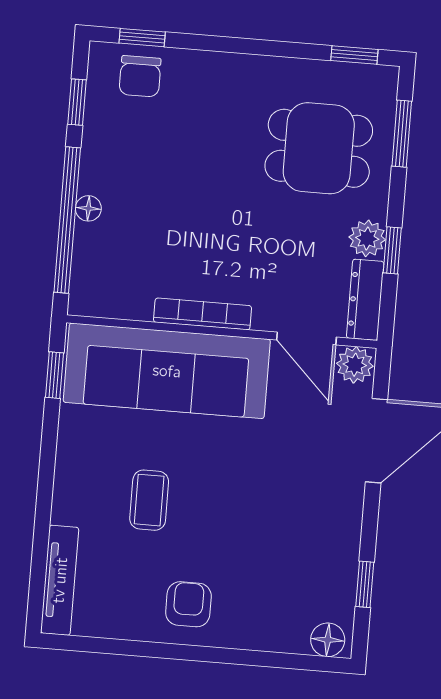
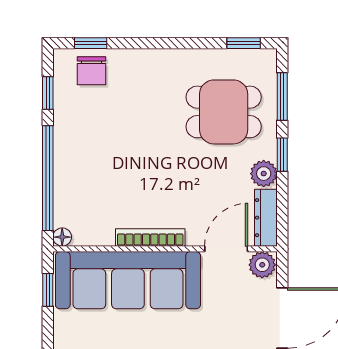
floor lamp: (88, 208) -> (62, 237), moved
window: (392, 250) -> (282, 155), moved
door: (307, 339) -> (226, 249), swing flipped

